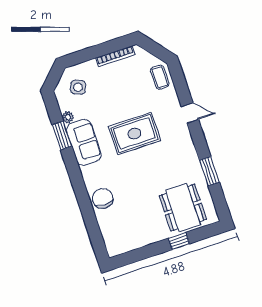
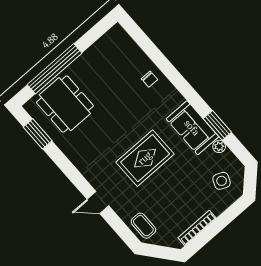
window: (209, 171) -> (38, 134), moved
chair: (103, 199) -> (150, 79), width x0.54, depth x0.54
window: (179, 241) -> (55, 69), width x3.17

